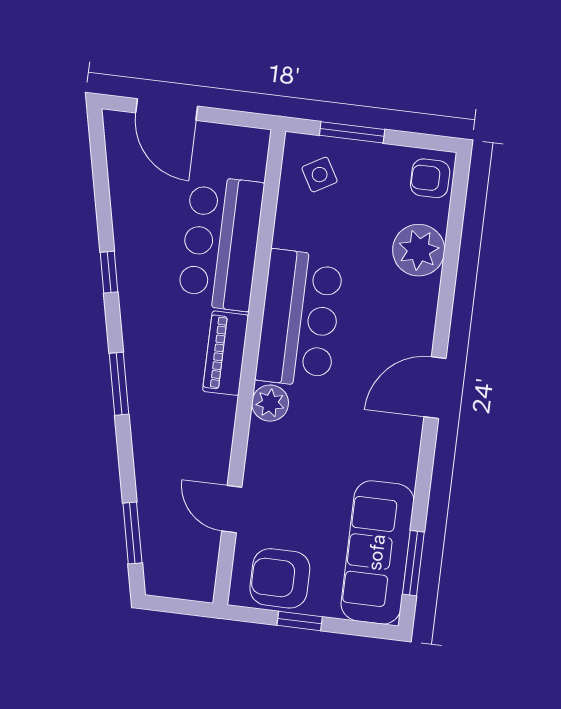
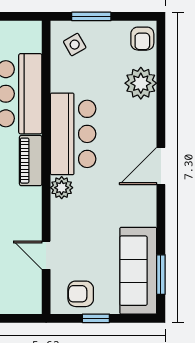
armchair: (430, 178) -> (142, 39), turned -90
armchair: (280, 578) -> (81, 294), width x0.72, depth x0.72

